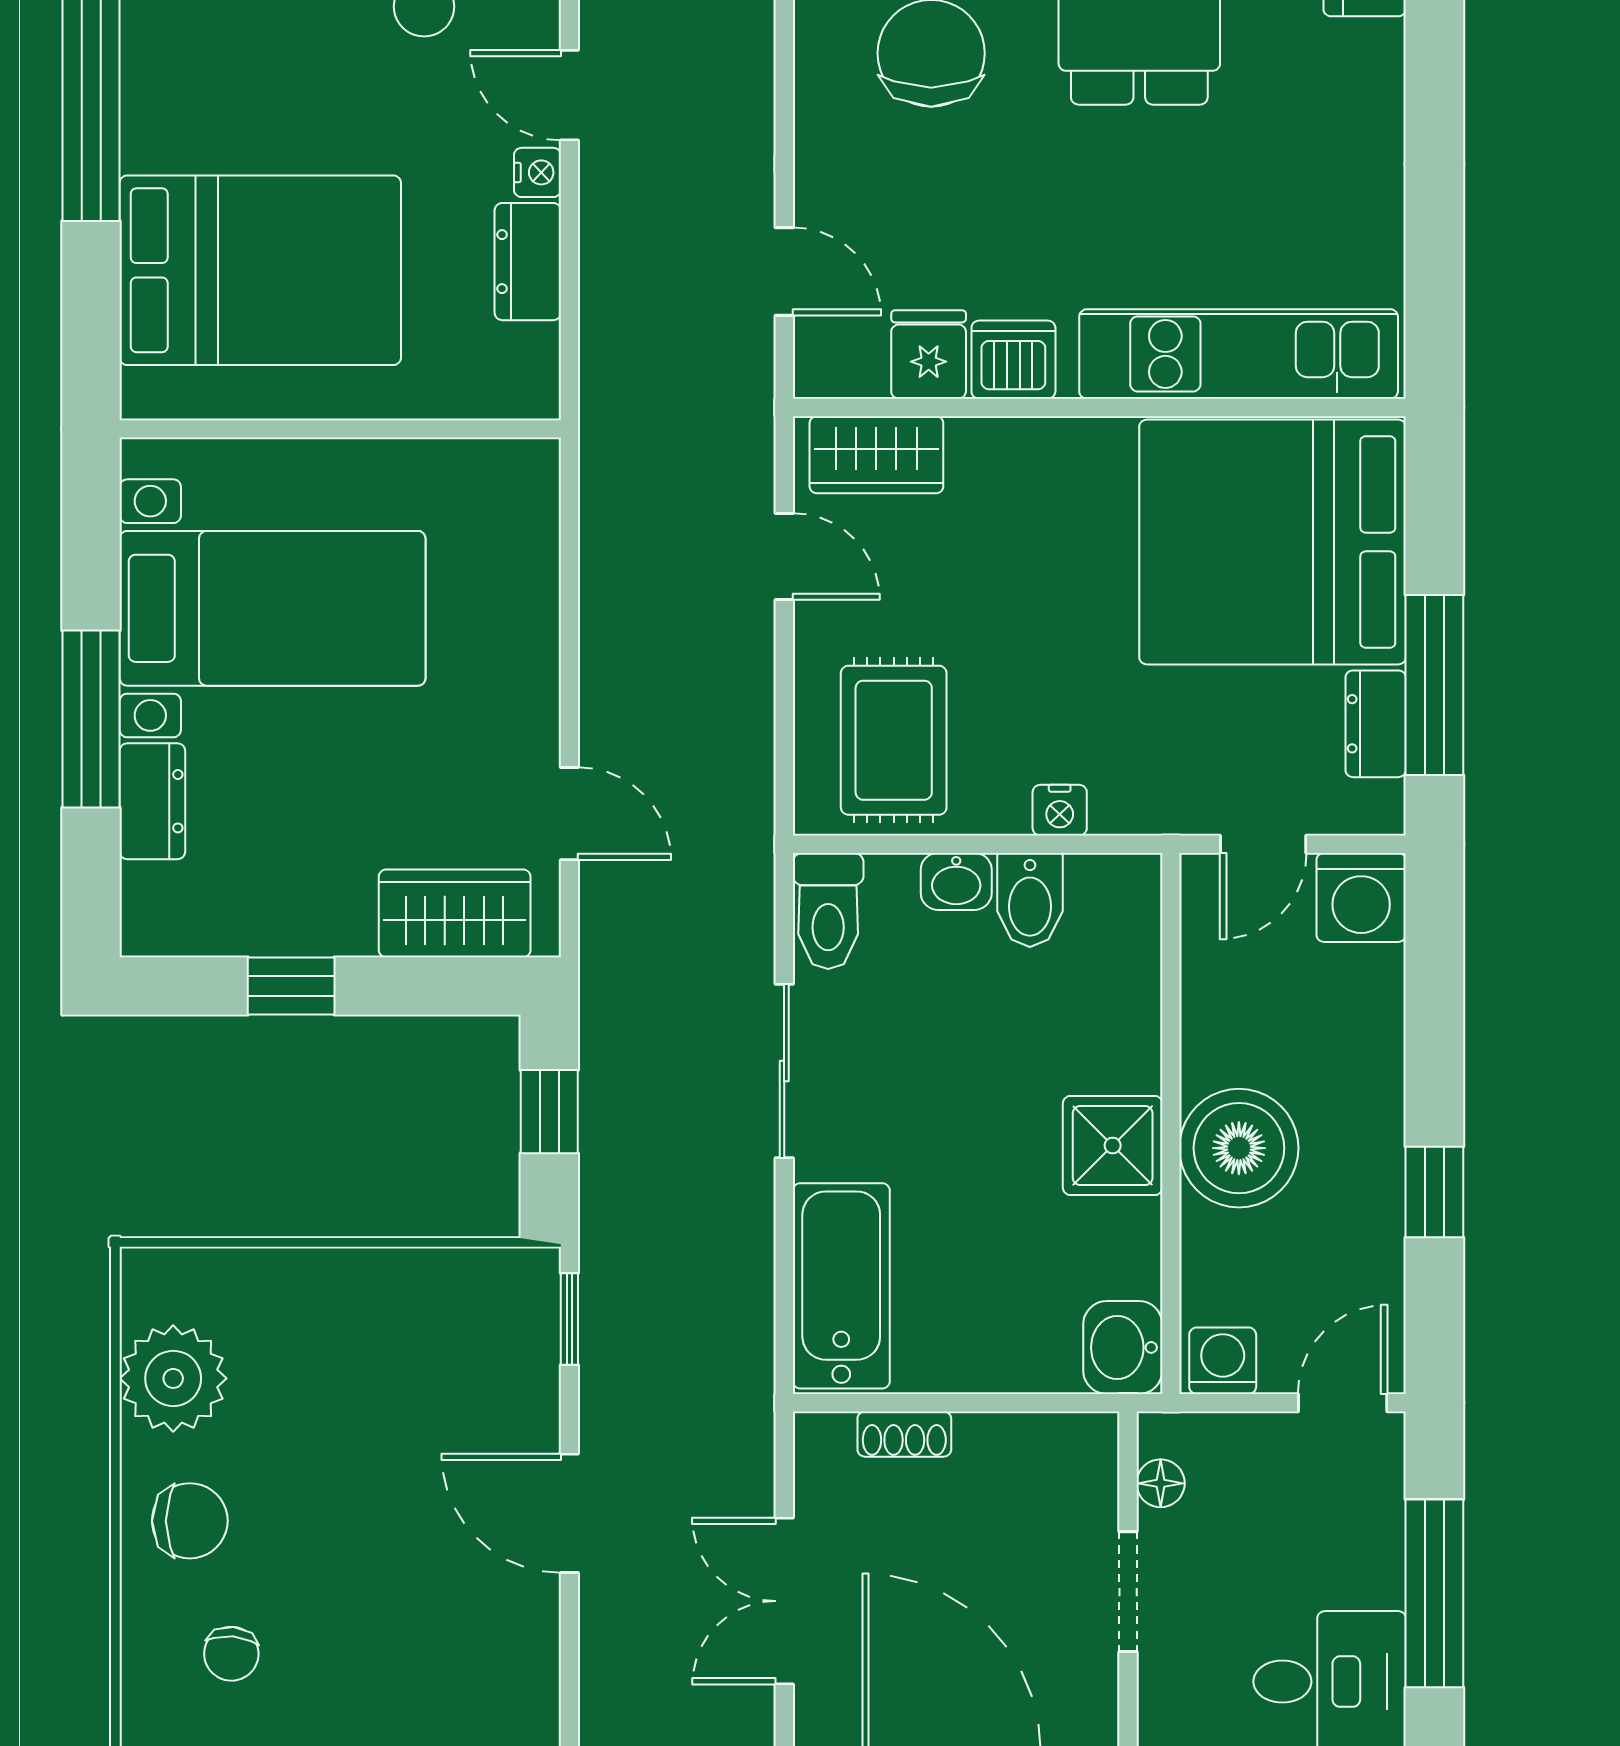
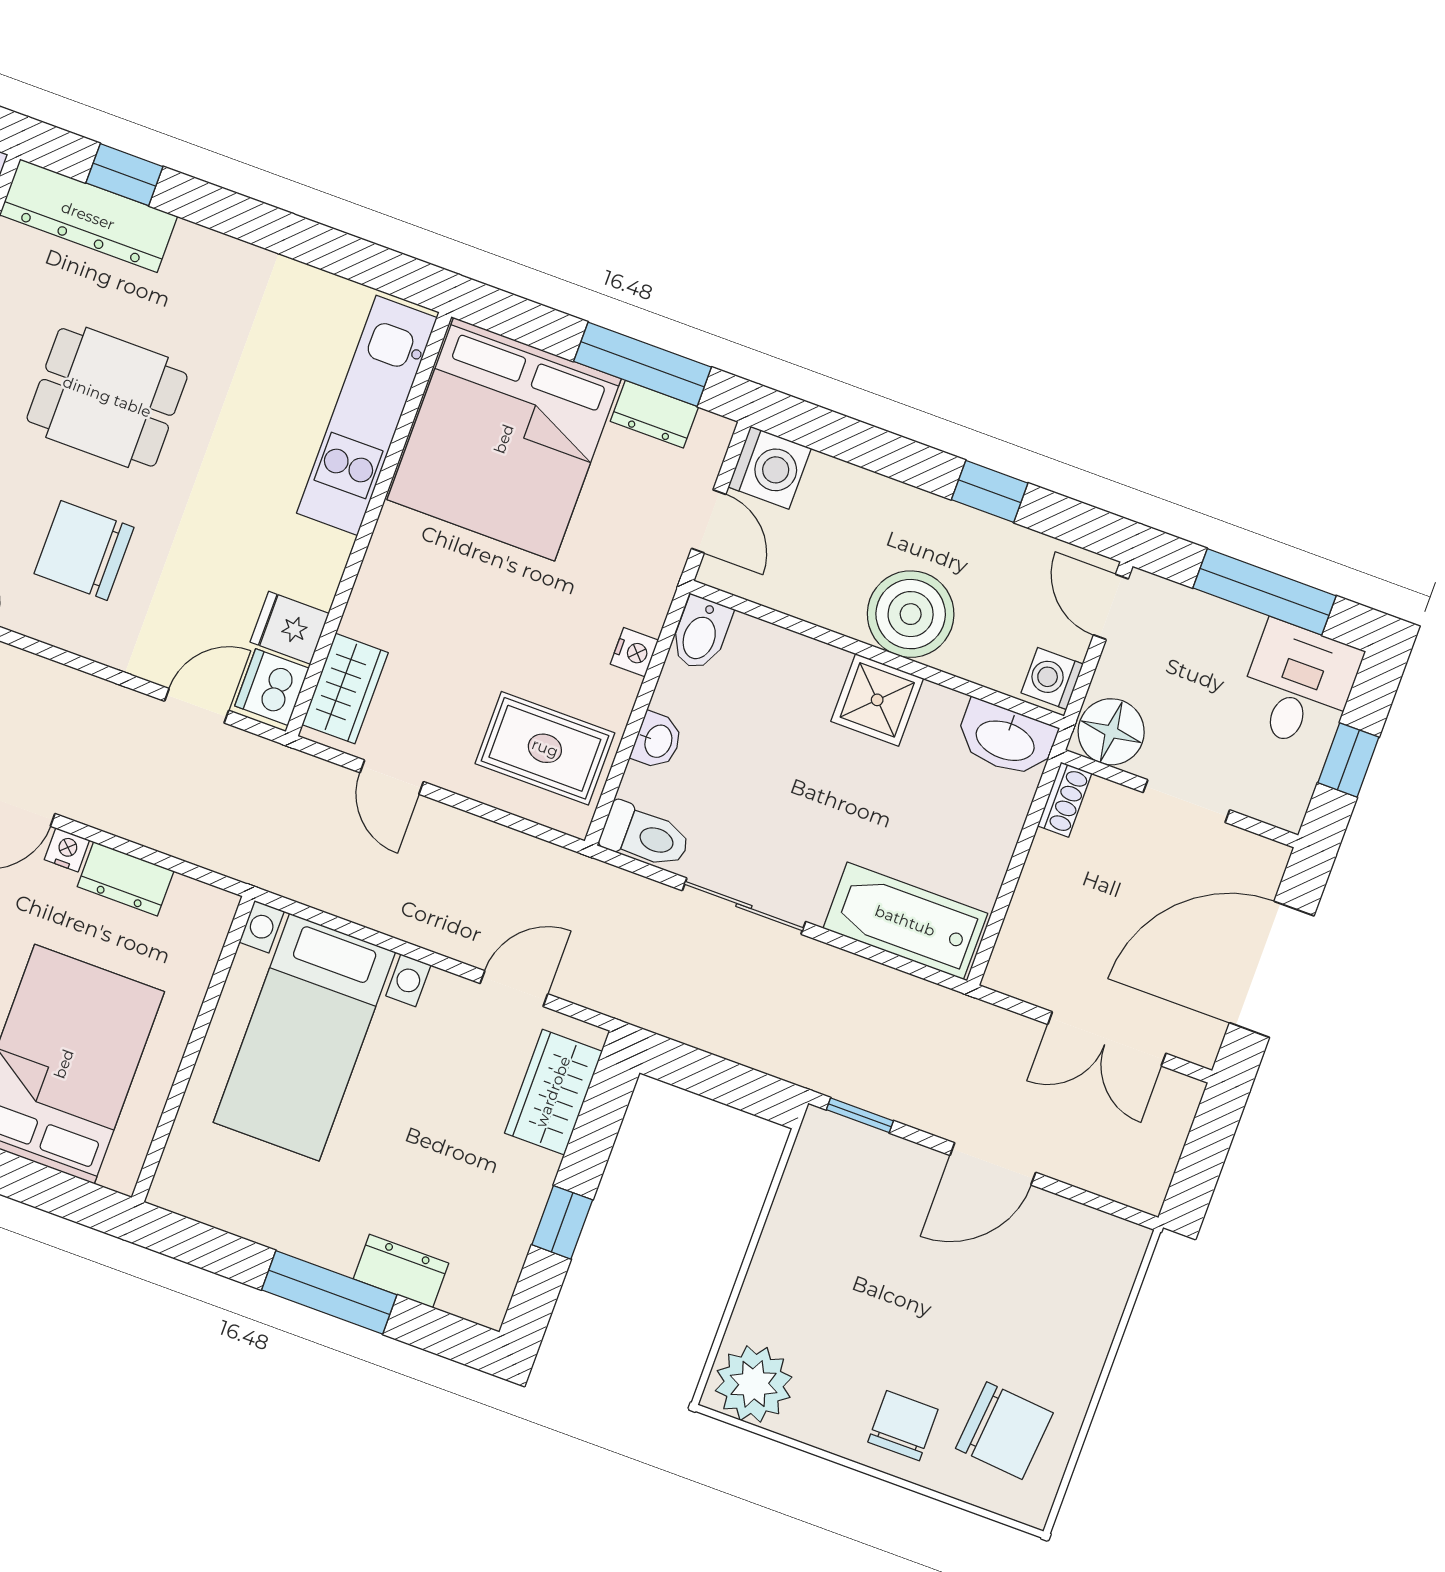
dishwasher: (1013, 360) -> (272, 687), moved
door: (784, 557) -> (392, 777), swing flipped
bed with nightstands: (272, 608) -> (304, 1037), moved, turned 180
bidet: (1030, 900) -> (701, 633), moved, turned 90
window: (549, 1112) -> (713, 1077), removed
washbasin: (1123, 1347) -> (1006, 739), width x1.38
plant: (173, 1378) -> (754, 1384), moved
shoe rack: (904, 1434) -> (1065, 800), moved
floor lamp: (1161, 1483) -> (1111, 732), width x1.89, depth x1.89
chair: (231, 1654) -> (1004, 1431), width x1.87, depth x1.87

